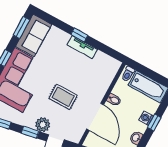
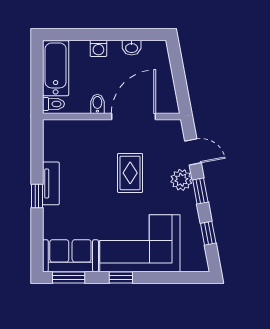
window: (154, 123) -> (98, 35), removed

